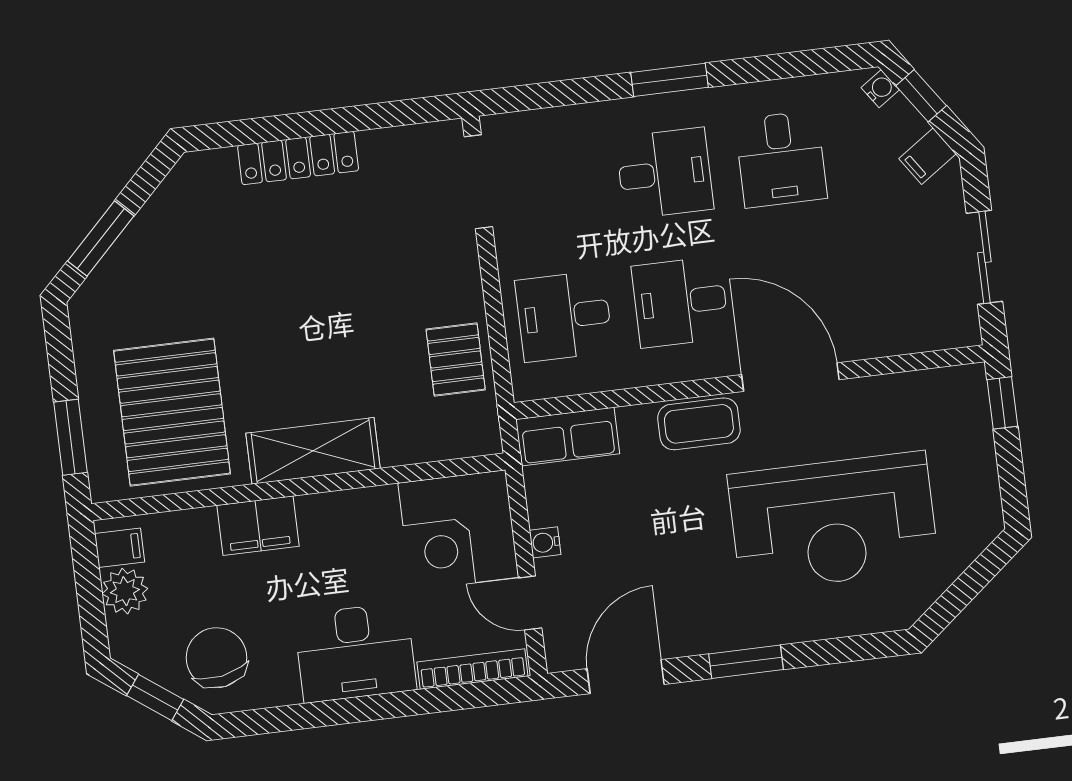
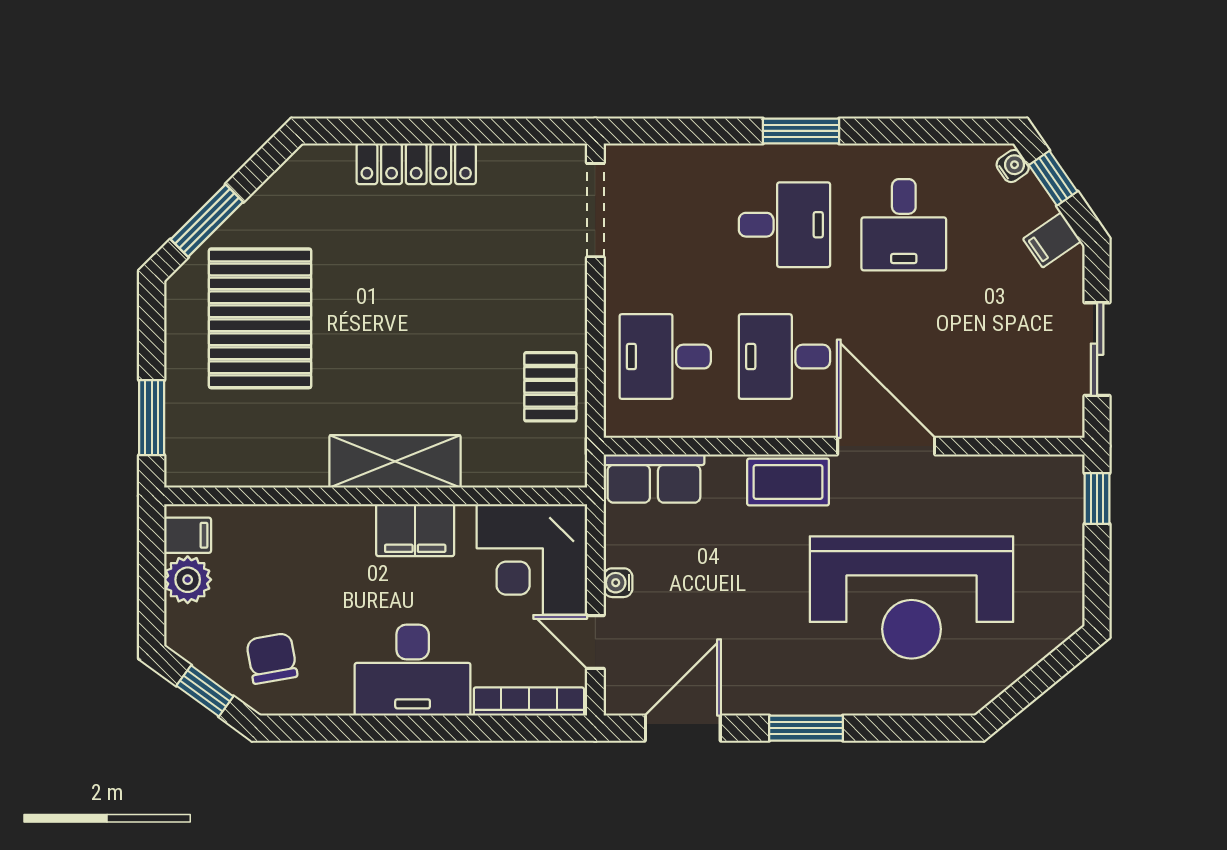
pallet: (172, 412) -> (260, 318), moved
filing cabinet: (258, 526) -> (415, 530), moved
chair: (216, 658) -> (272, 658), width x0.73, depth x0.73

